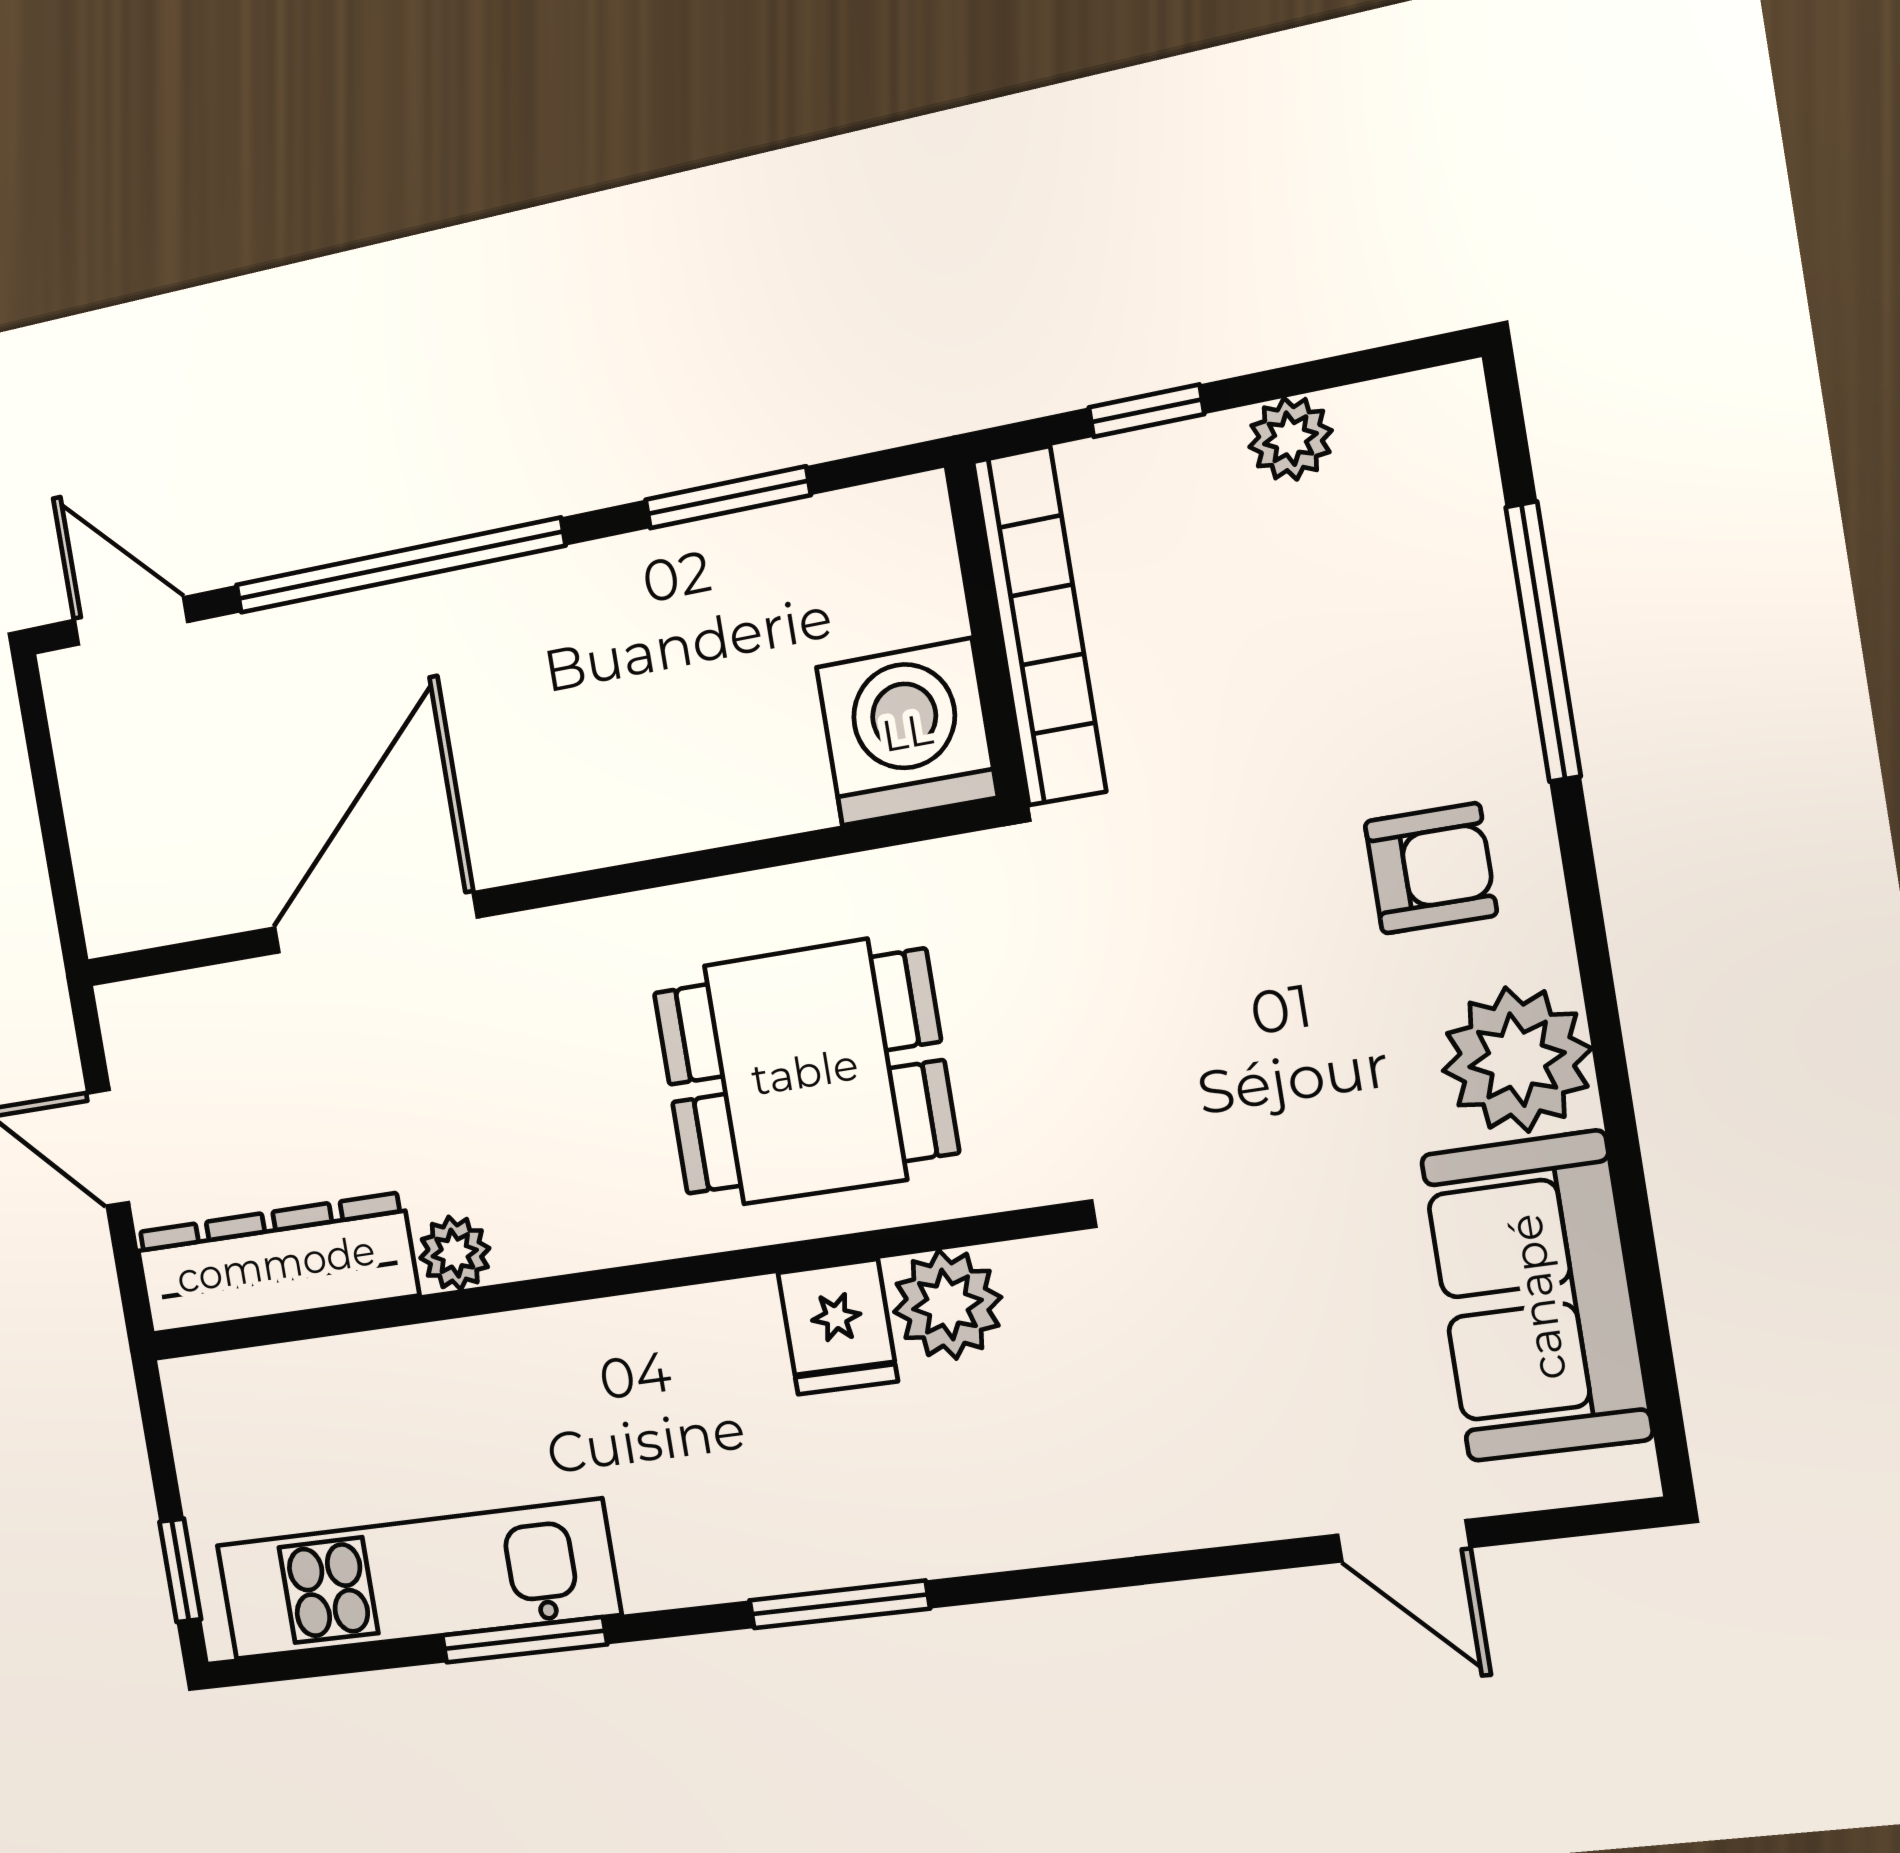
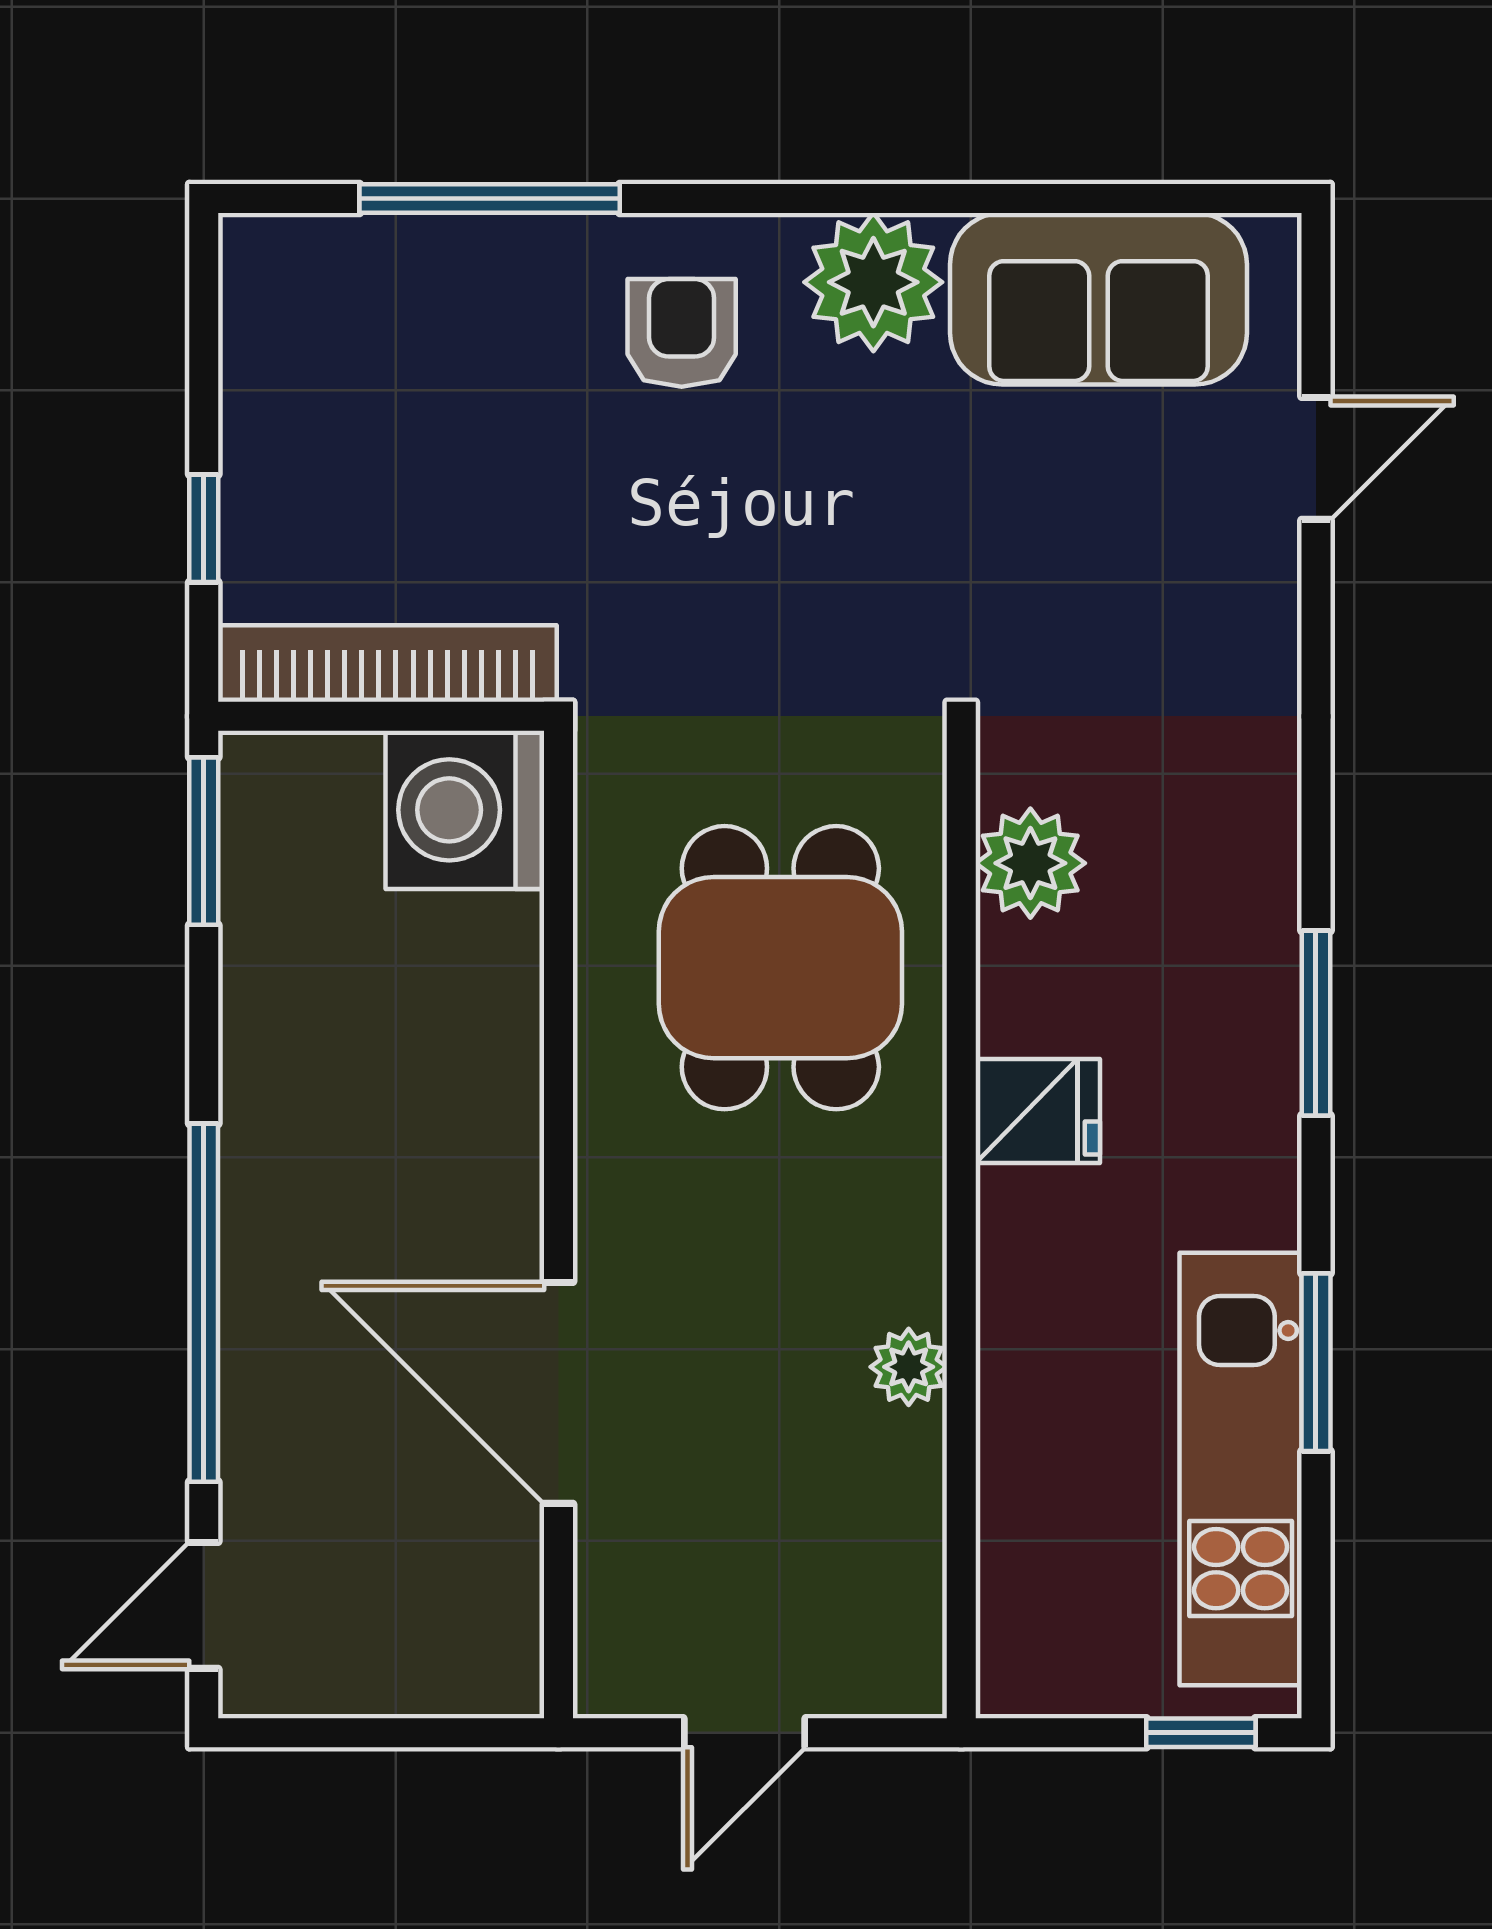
plant: (1290, 439) -> (257, 398), removed
window: (728, 497) -> (204, 841), moved
dresser: (276, 1264) -> (892, 1566), removed
fridge: (838, 1327) -> (1038, 1111), moved

